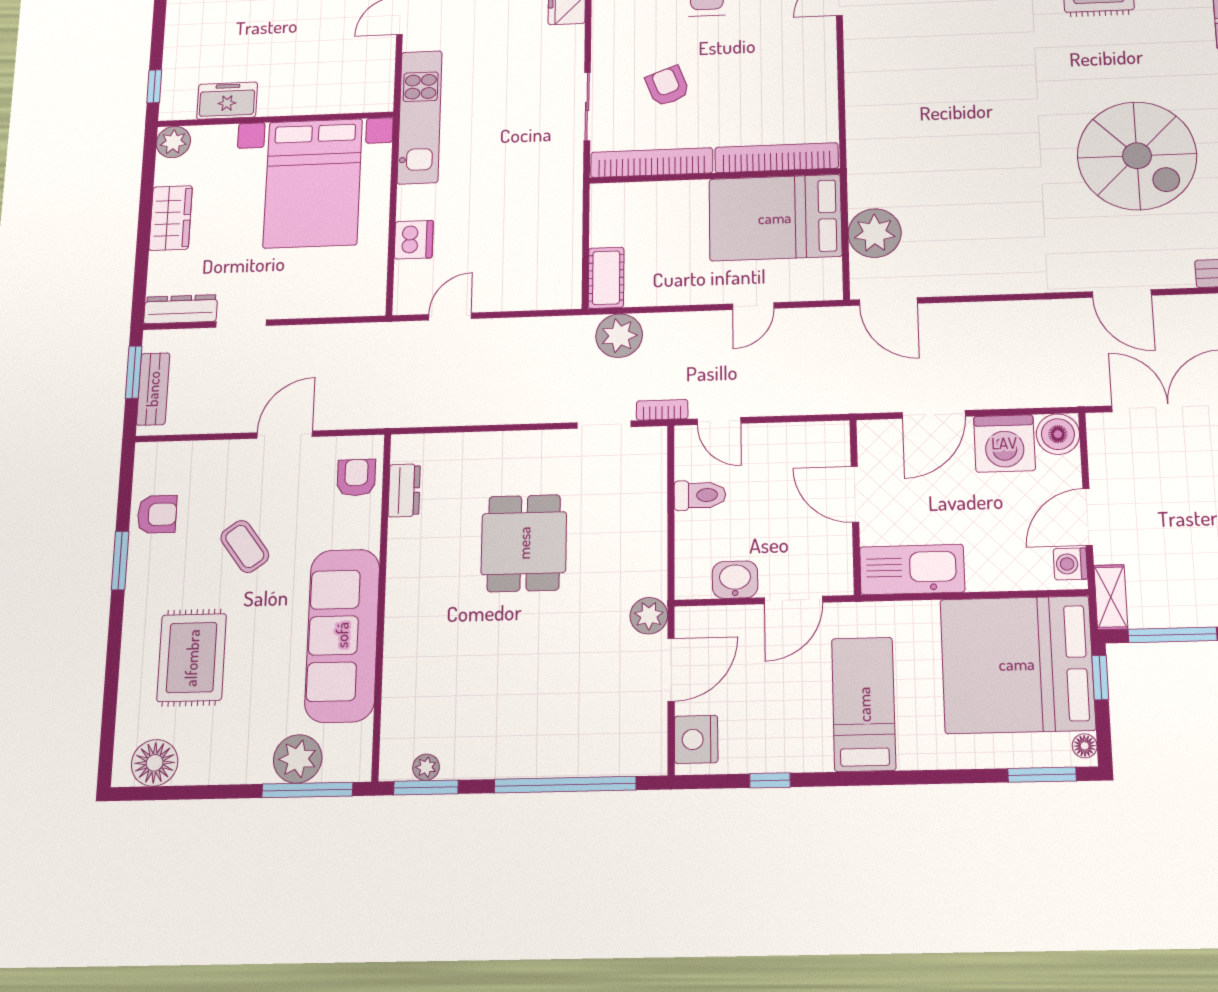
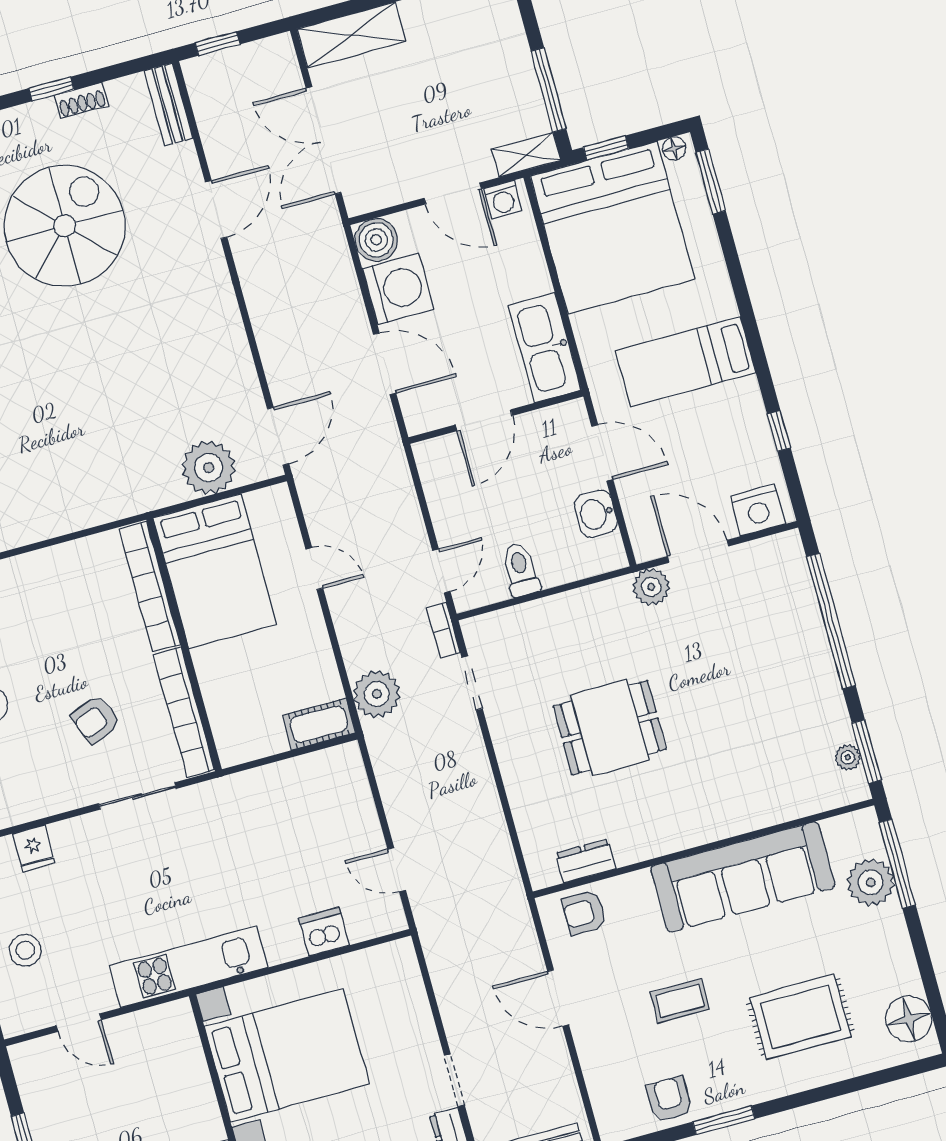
coffee table: (245, 546) -> (680, 1001), turned 36

